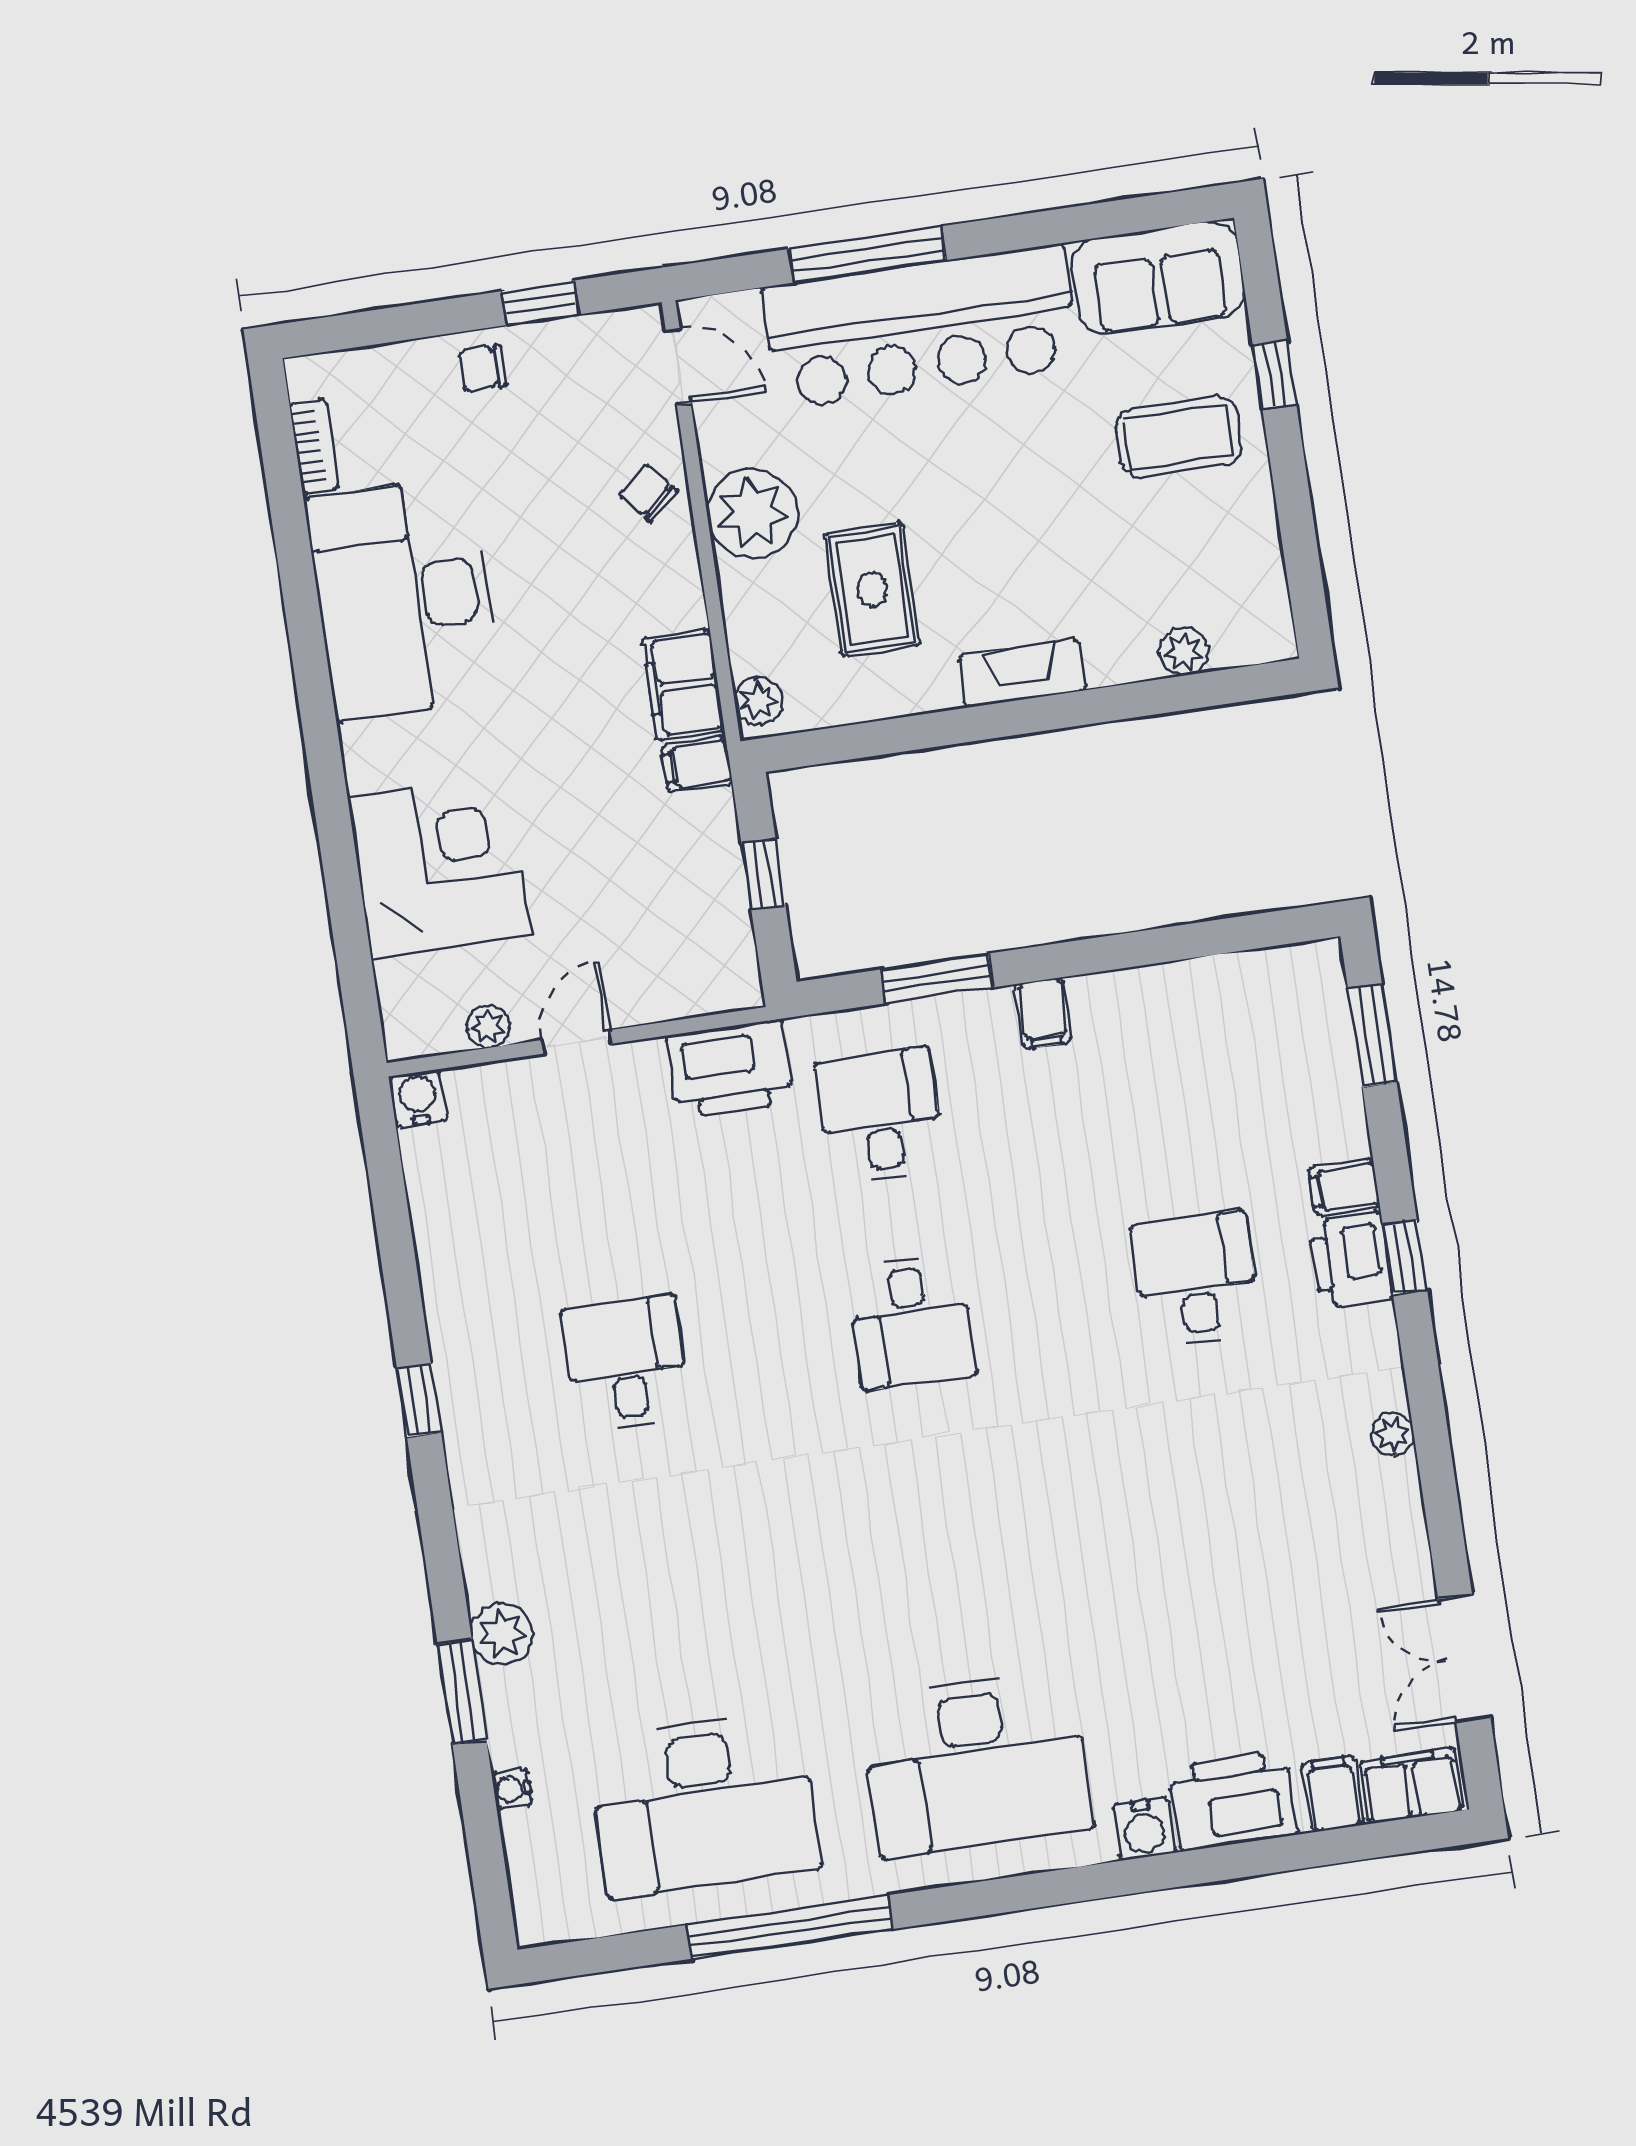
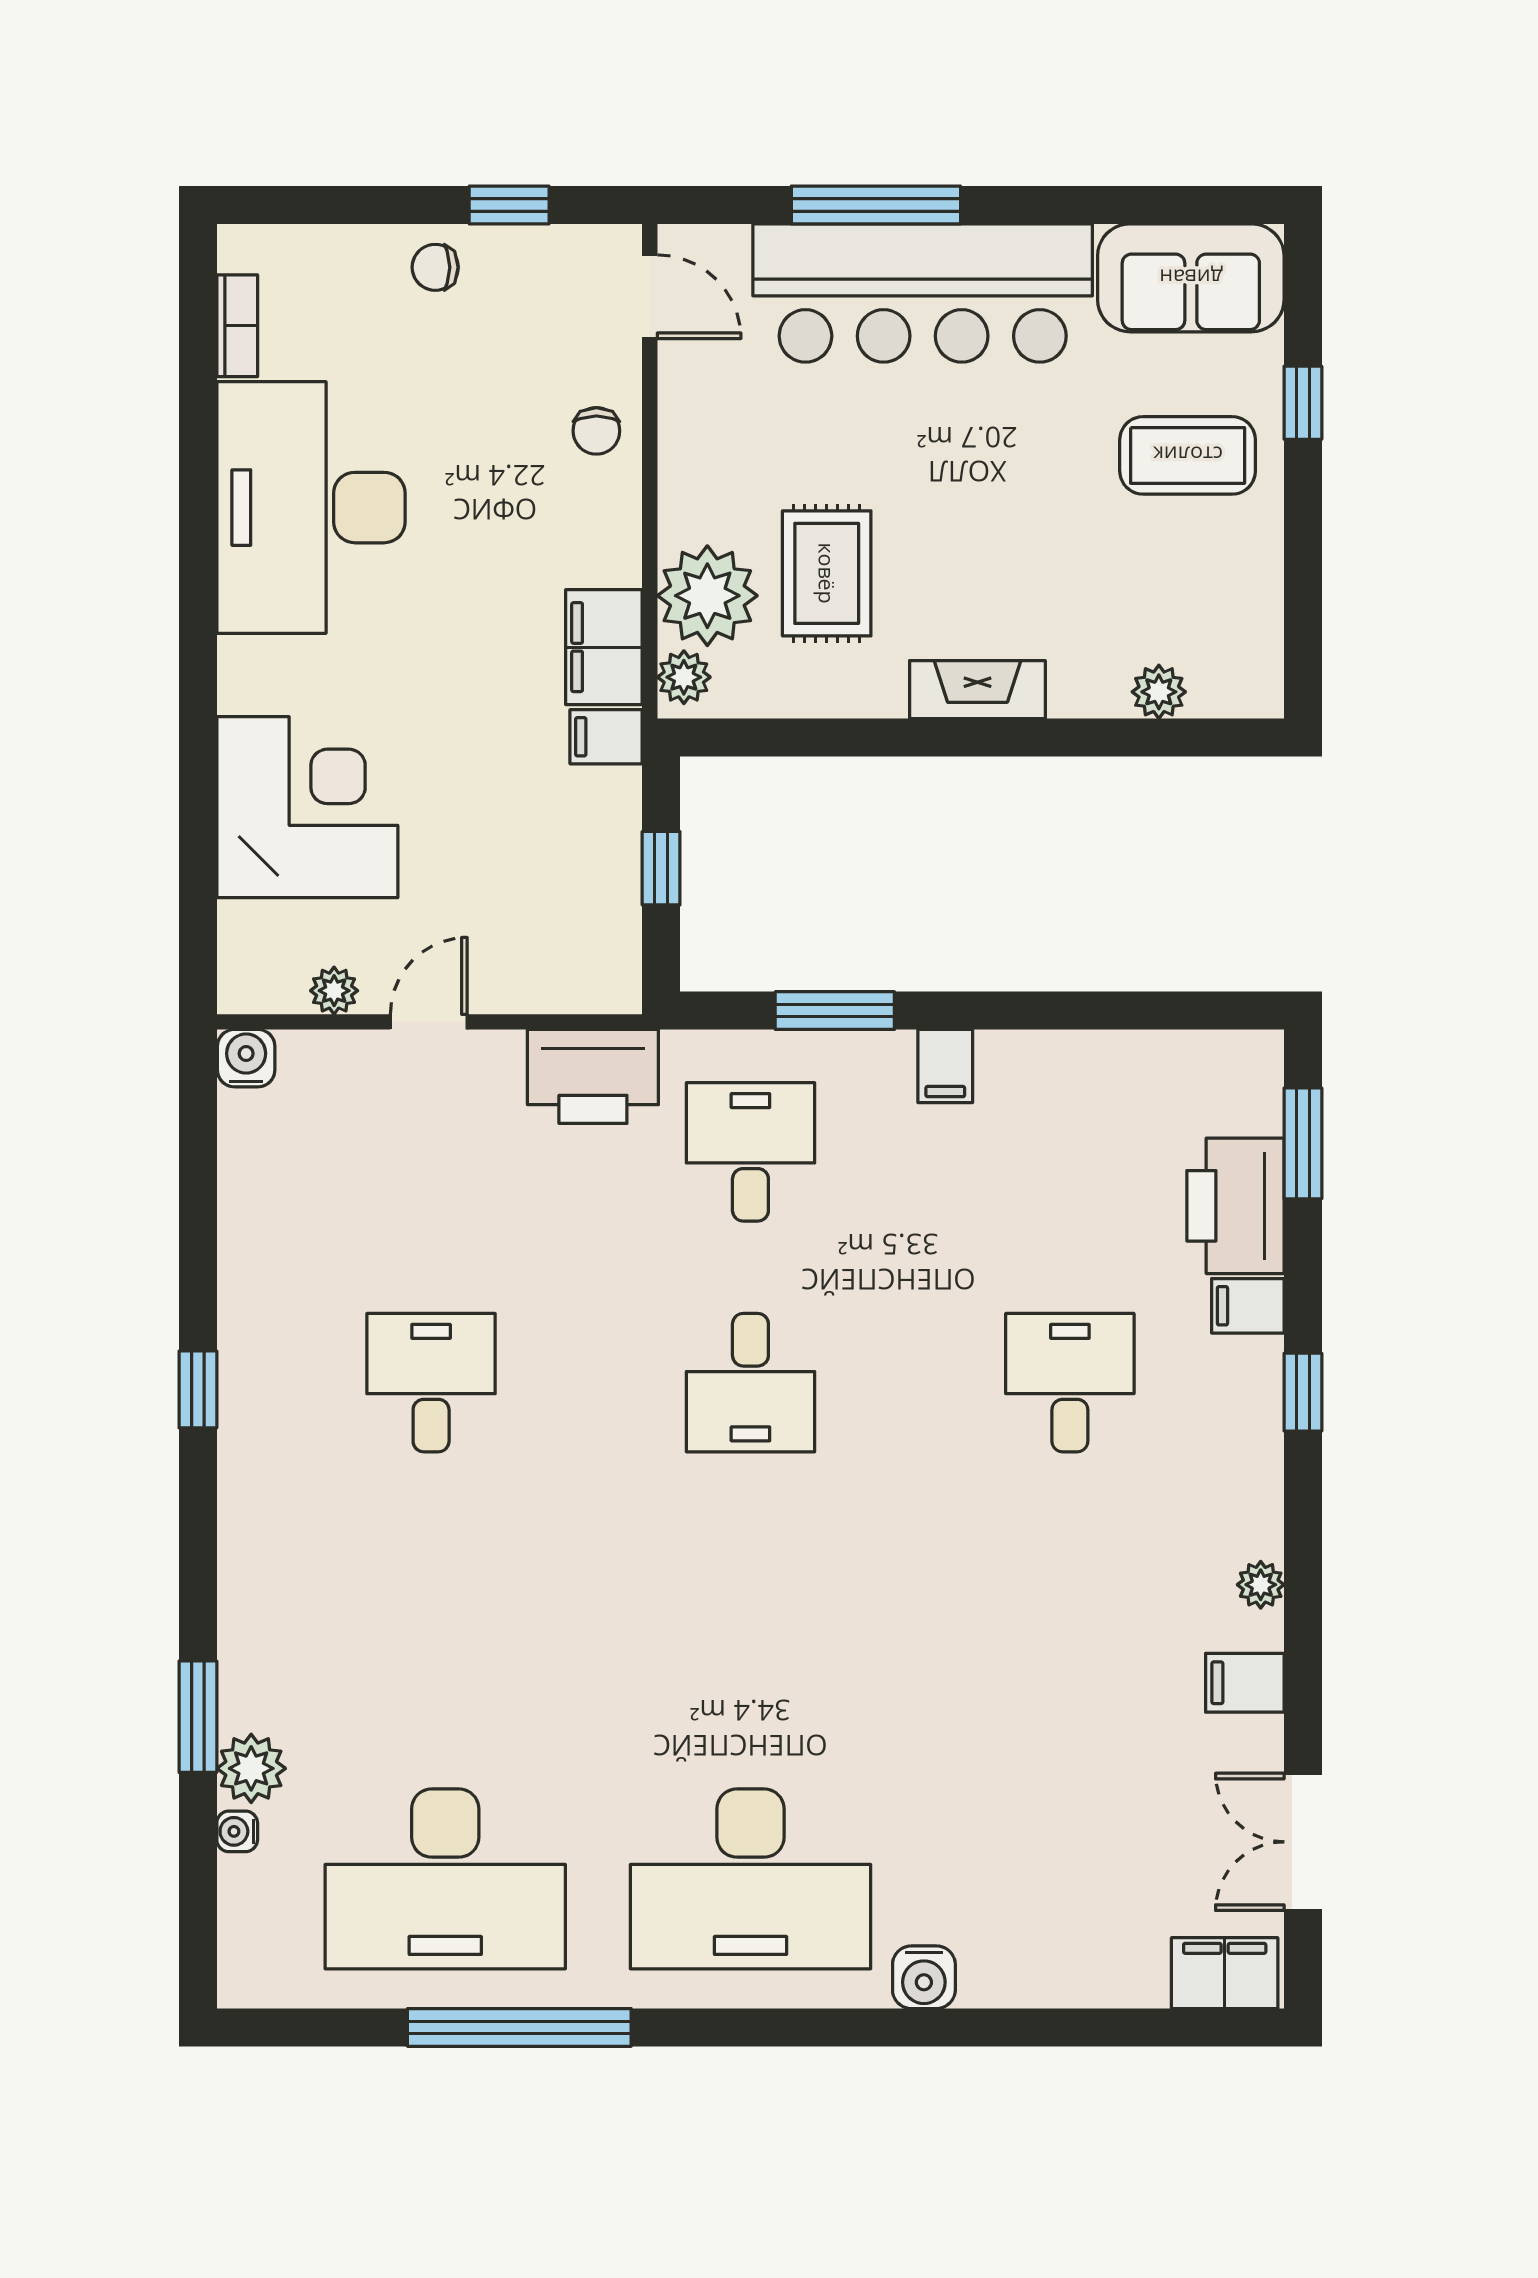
chair: (648, 493) -> (596, 431), turned -139
plant: (752, 514) -> (707, 596), moved
printer: (1351, 1261) -> (1235, 1206), moved, width x1.37, depth x1.19
plant: (502, 1634) -> (251, 1768), moved
filing cabinet: (1333, 1794) -> (1245, 1683), moved, turned -90
printer: (1233, 1801) -> (1026, 1961), removed

